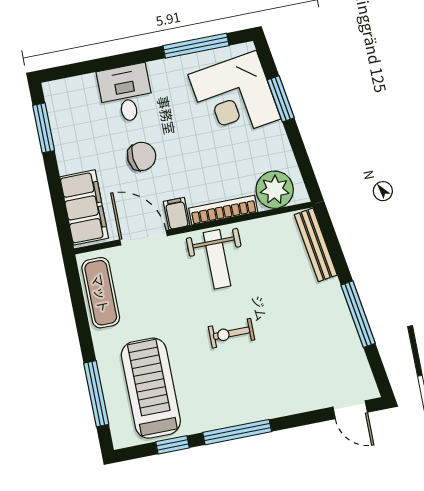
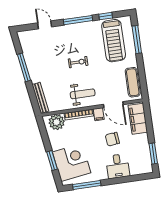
weight bench: (217, 259) -> (83, 94), turned 90
door: (350, 410) -> (45, 25), moved

